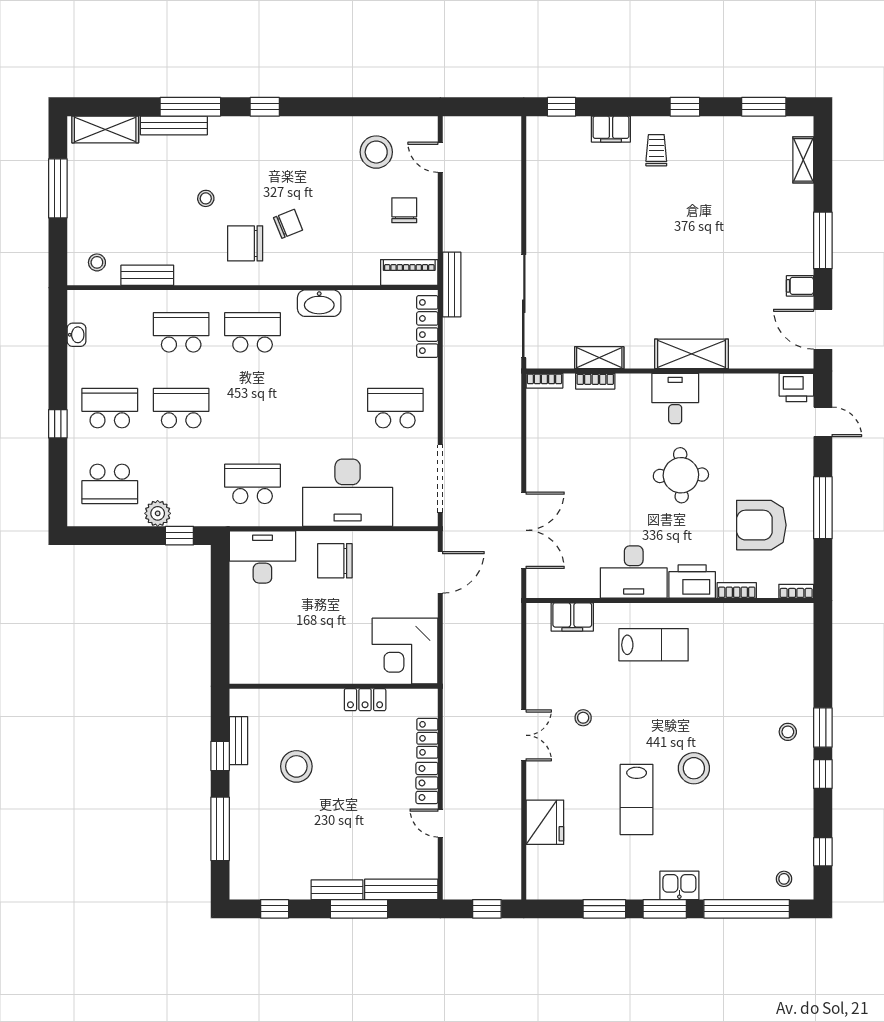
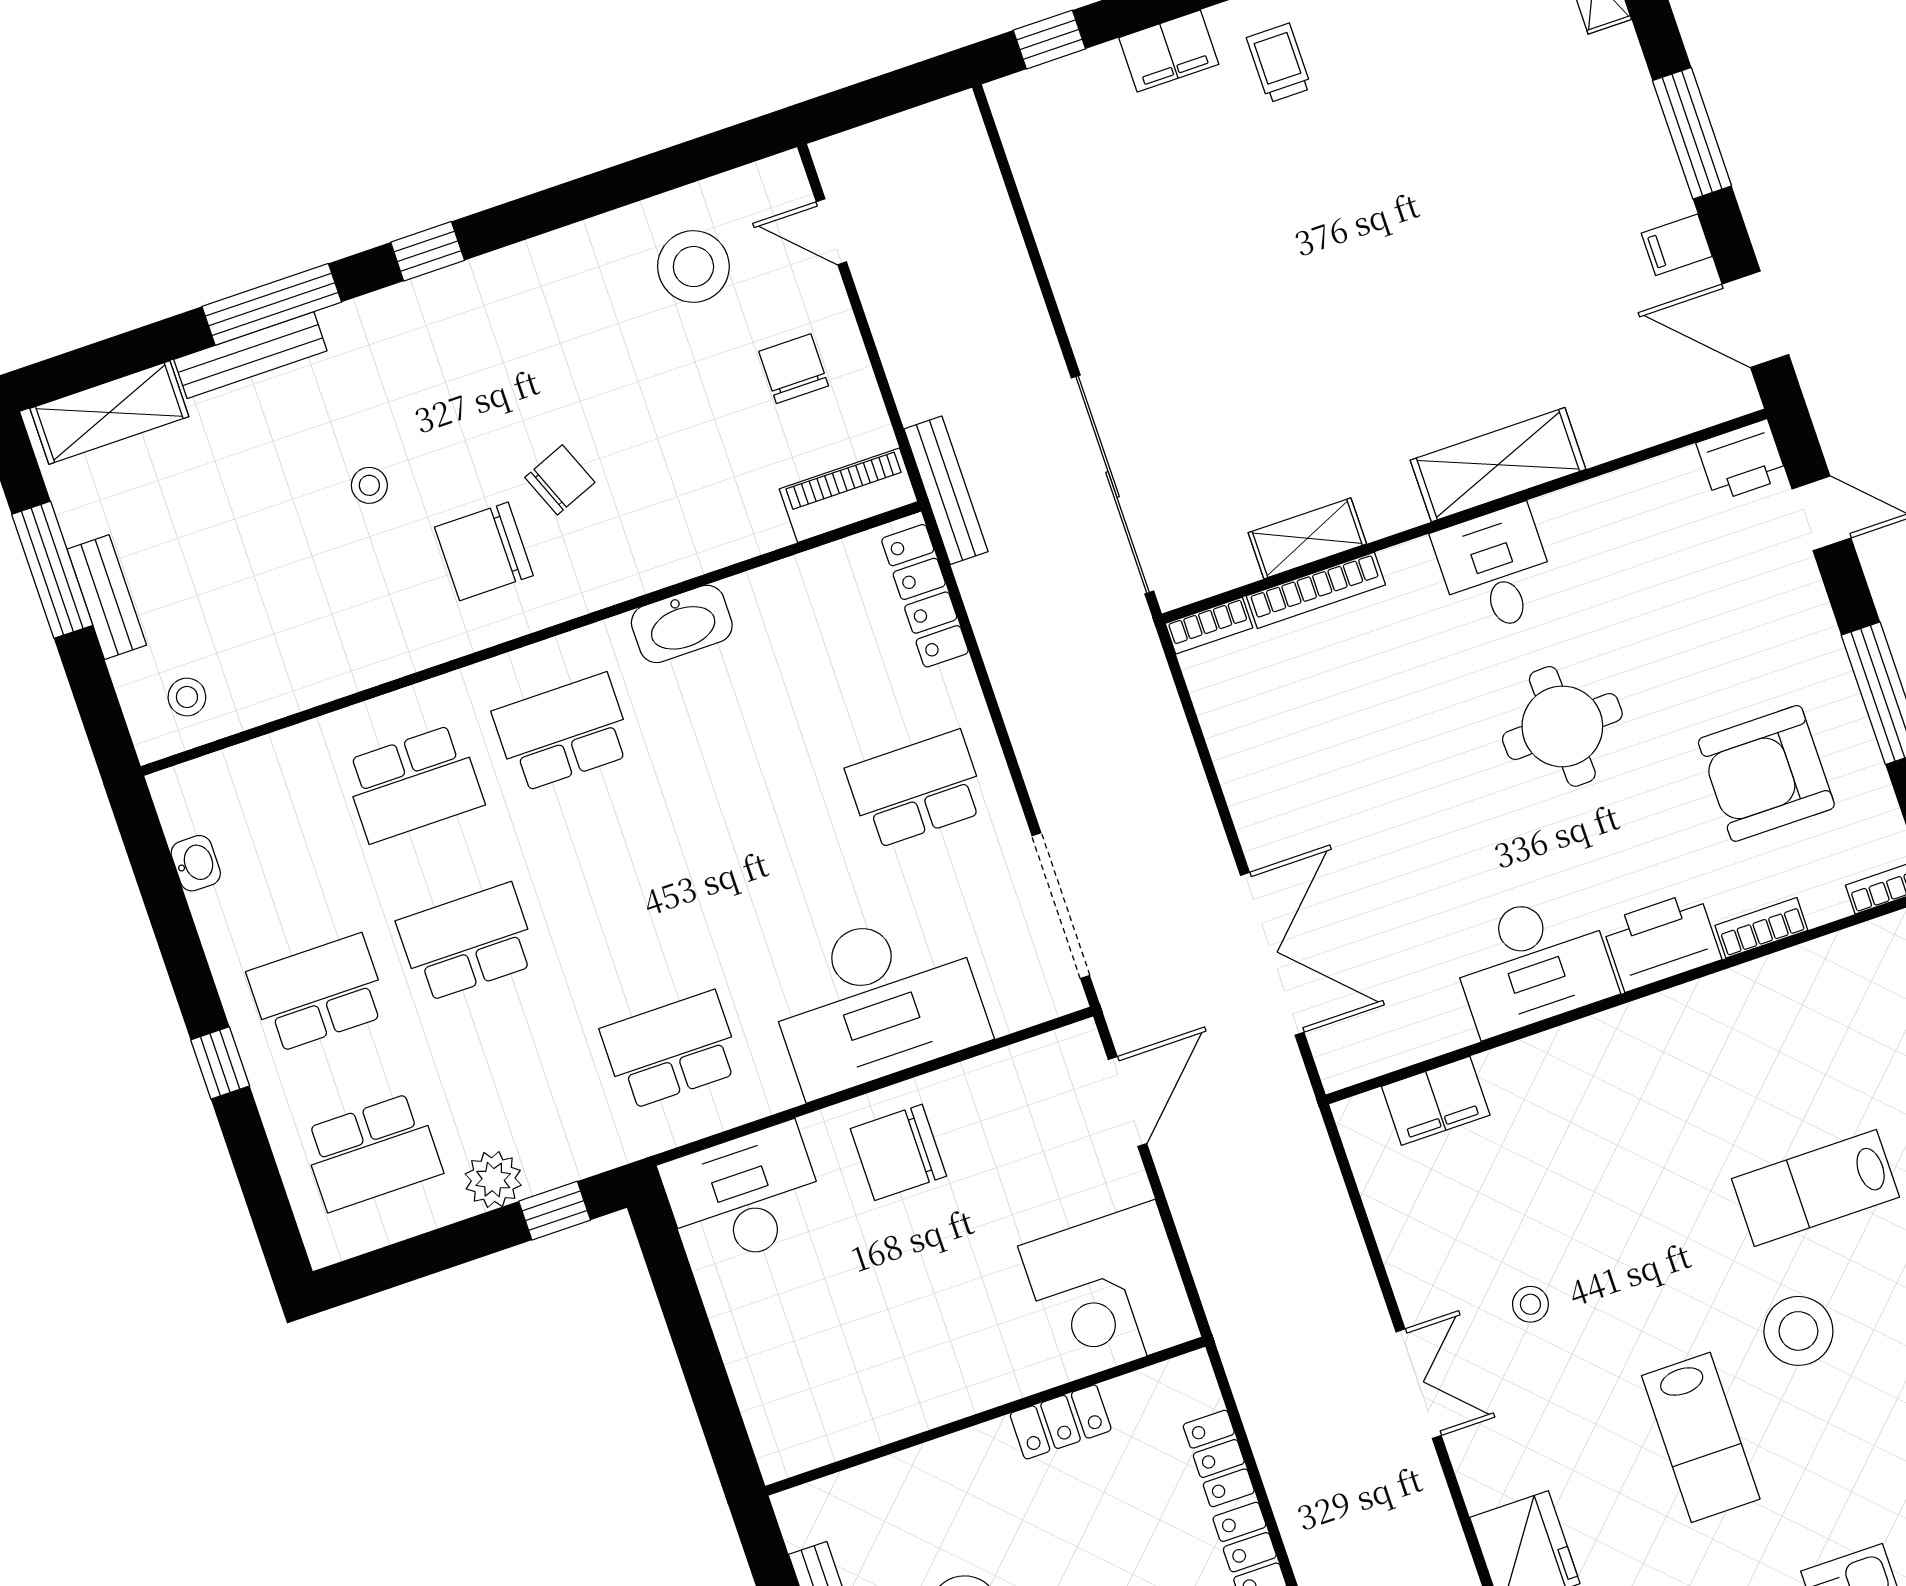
bench: (147, 275) -> (107, 597), moved, turned 90
school desk: (181, 332) -> (413, 784), turned 180
bookcase: (595, 381) -> (1316, 590), width x1.56
lab bench: (654, 645) -> (1815, 1188), moved, turned 180

